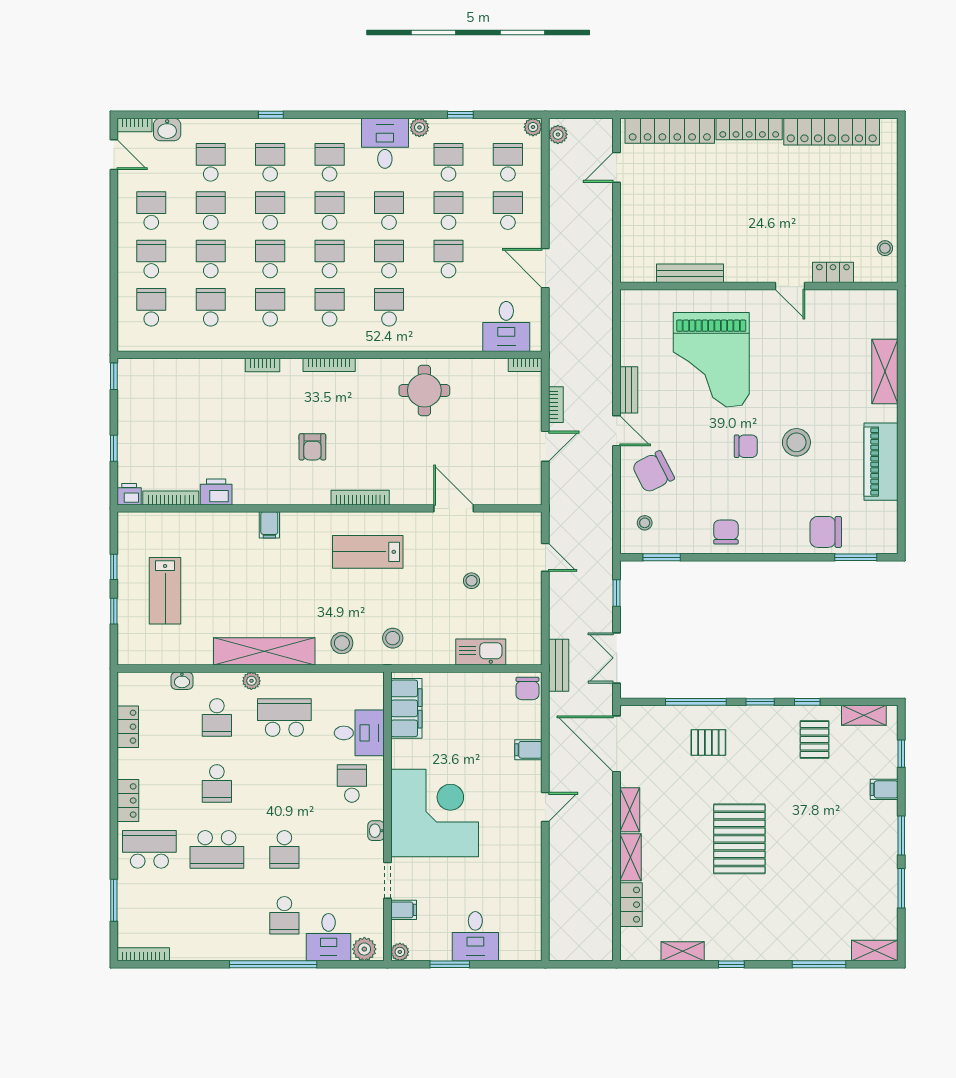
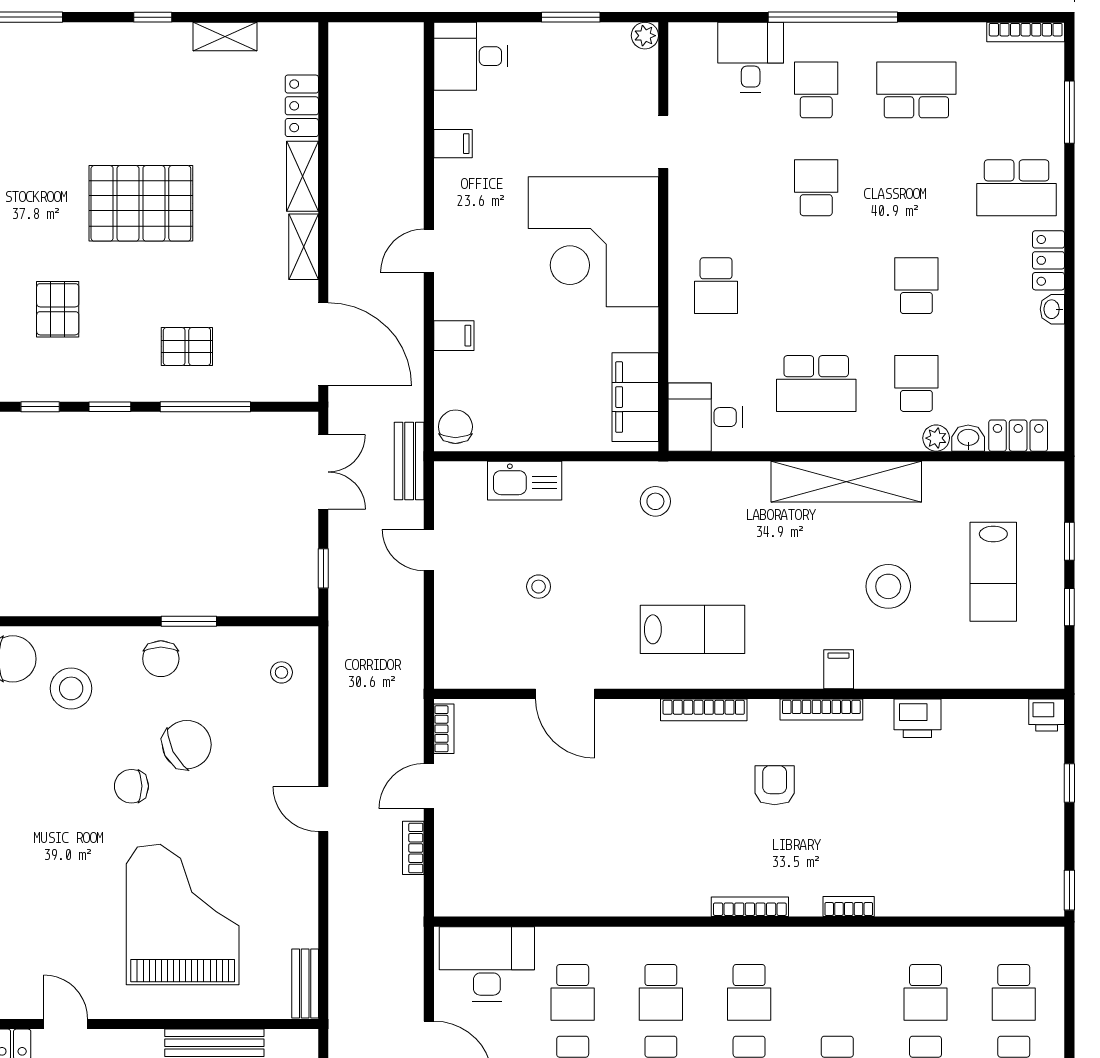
school desk: (270, 307) -> (573, 992), moved
desk: (506, 326) -> (487, 964), width x1.37
bookcase: (525, 365) -> (444, 729), moved, turned 90
round table: (424, 390) -> (608, 869), removed
bench: (629, 390) -> (305, 984), moved
stool: (796, 442) -> (71, 688), moved
chair: (653, 472) -> (187, 745), moved
bookcase: (171, 498) -> (821, 709), moved
door: (545, 557) -> (429, 550), moved
window: (662, 557) -> (189, 621), moved
lab bench: (165, 591) -> (993, 572), turned 180
stool: (342, 643) -> (888, 586), moved, width x1.38, depth x1.38
plant: (251, 681) -> (936, 438), moved
locker: (128, 727) -> (1018, 436), moved, turned 90
desk: (359, 733) -> (705, 417), moved
pallet: (815, 740) -> (58, 309), moved
washbasin: (376, 831) -> (1052, 309), moved, turned 180
pallet: (739, 839) -> (141, 203), turned 90
school desk: (217, 849) -> (916, 90), moved
filing cabinet: (404, 910) -> (453, 144), moved, turned 180
desk: (475, 936) -> (471, 56), moved, turned -90
plant: (364, 949) -> (698, 40), removed

